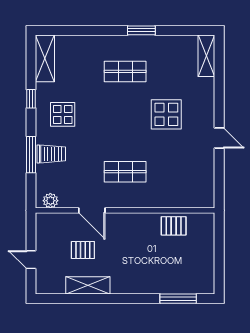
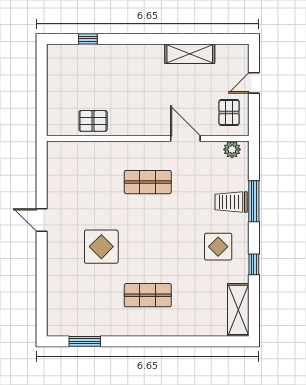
window: (141, 30) -> (85, 341), moved
shelving: (206, 56) -> (56, 313), removed
pallet: (83, 250) -> (229, 112), moved, turned 90
door: (31, 260) -> (254, 83), swing flipped
window: (178, 299) -> (88, 39), width x0.46

